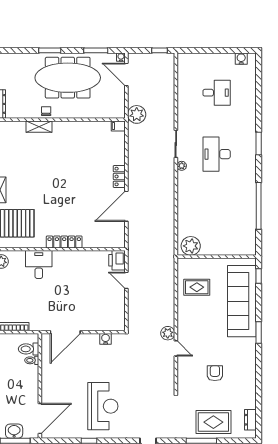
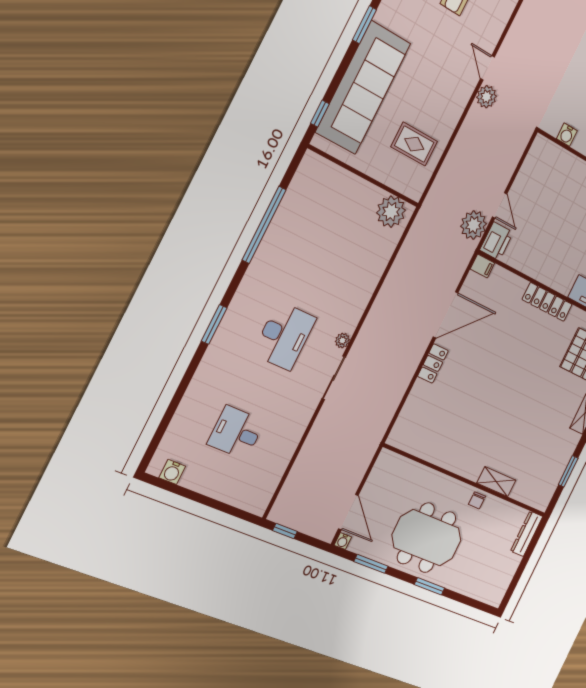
meeting table: (68, 78) -> (427, 538), width x0.73
plant: (137, 114) -> (474, 225), moved
filing cabinet: (118, 126) -> (482, 266), moved

